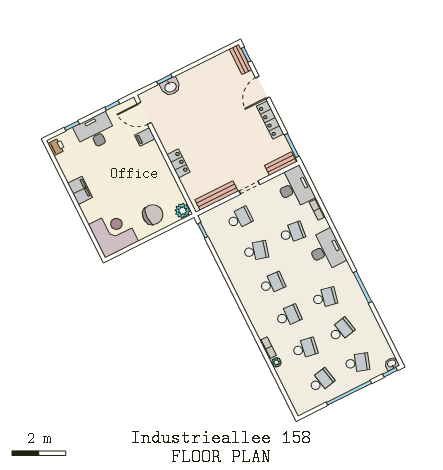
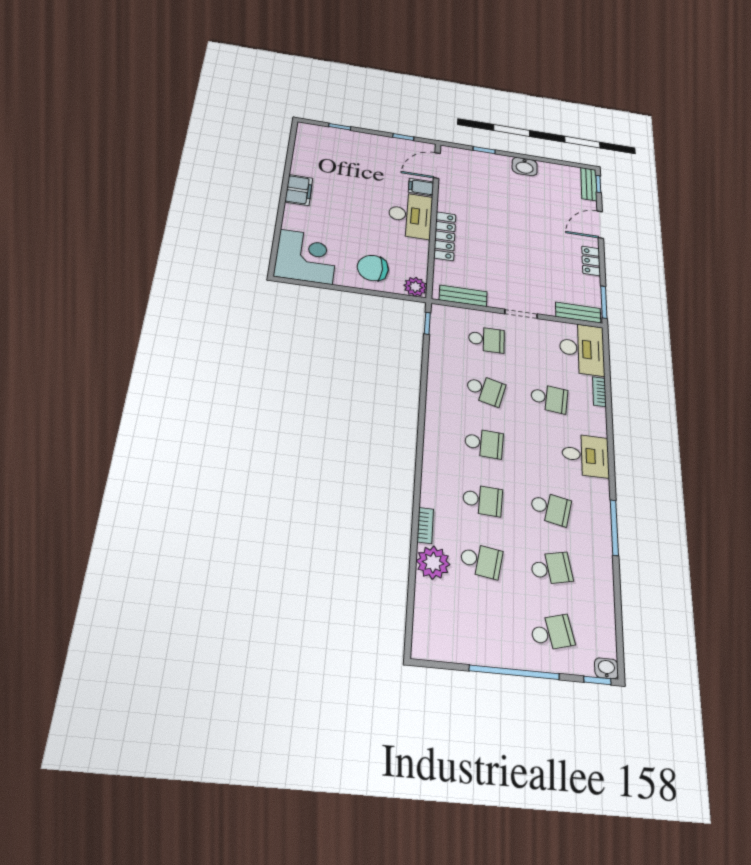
washbasin: (170, 87) -> (525, 167), moved
door: (144, 113) -> (437, 166), hinge flipped
locker: (270, 120) -> (591, 261), width x0.66
desk: (95, 132) -> (410, 215), moved, turned 90
printer: (56, 147) -> (305, 134), removed
locker: (178, 163) -> (445, 236), width x1.53
bench: (217, 196) -> (463, 296), width x0.73
chair: (153, 215) -> (373, 268), turned 180
desk: (326, 250) -> (586, 455), width x0.73
plant: (276, 362) -> (433, 563), width x1.88, depth x1.88
school desk: (357, 363) -> (552, 633), turned -33
school desk: (321, 381) -> (479, 625), removed

